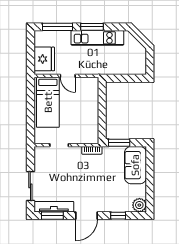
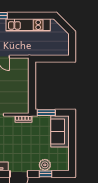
window: (92, 27) -> (24, 16), removed
plant: (139, 205) -> (45, 165), moved

